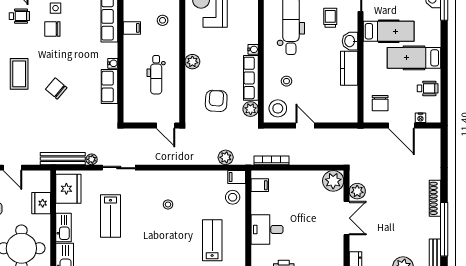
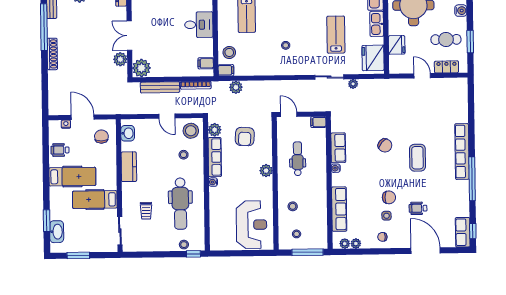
filing cabinet: (132, 28) -> (318, 122), moved
washbasin: (350, 41) -> (128, 133), moved
bench: (63, 159) -> (160, 87), moved

